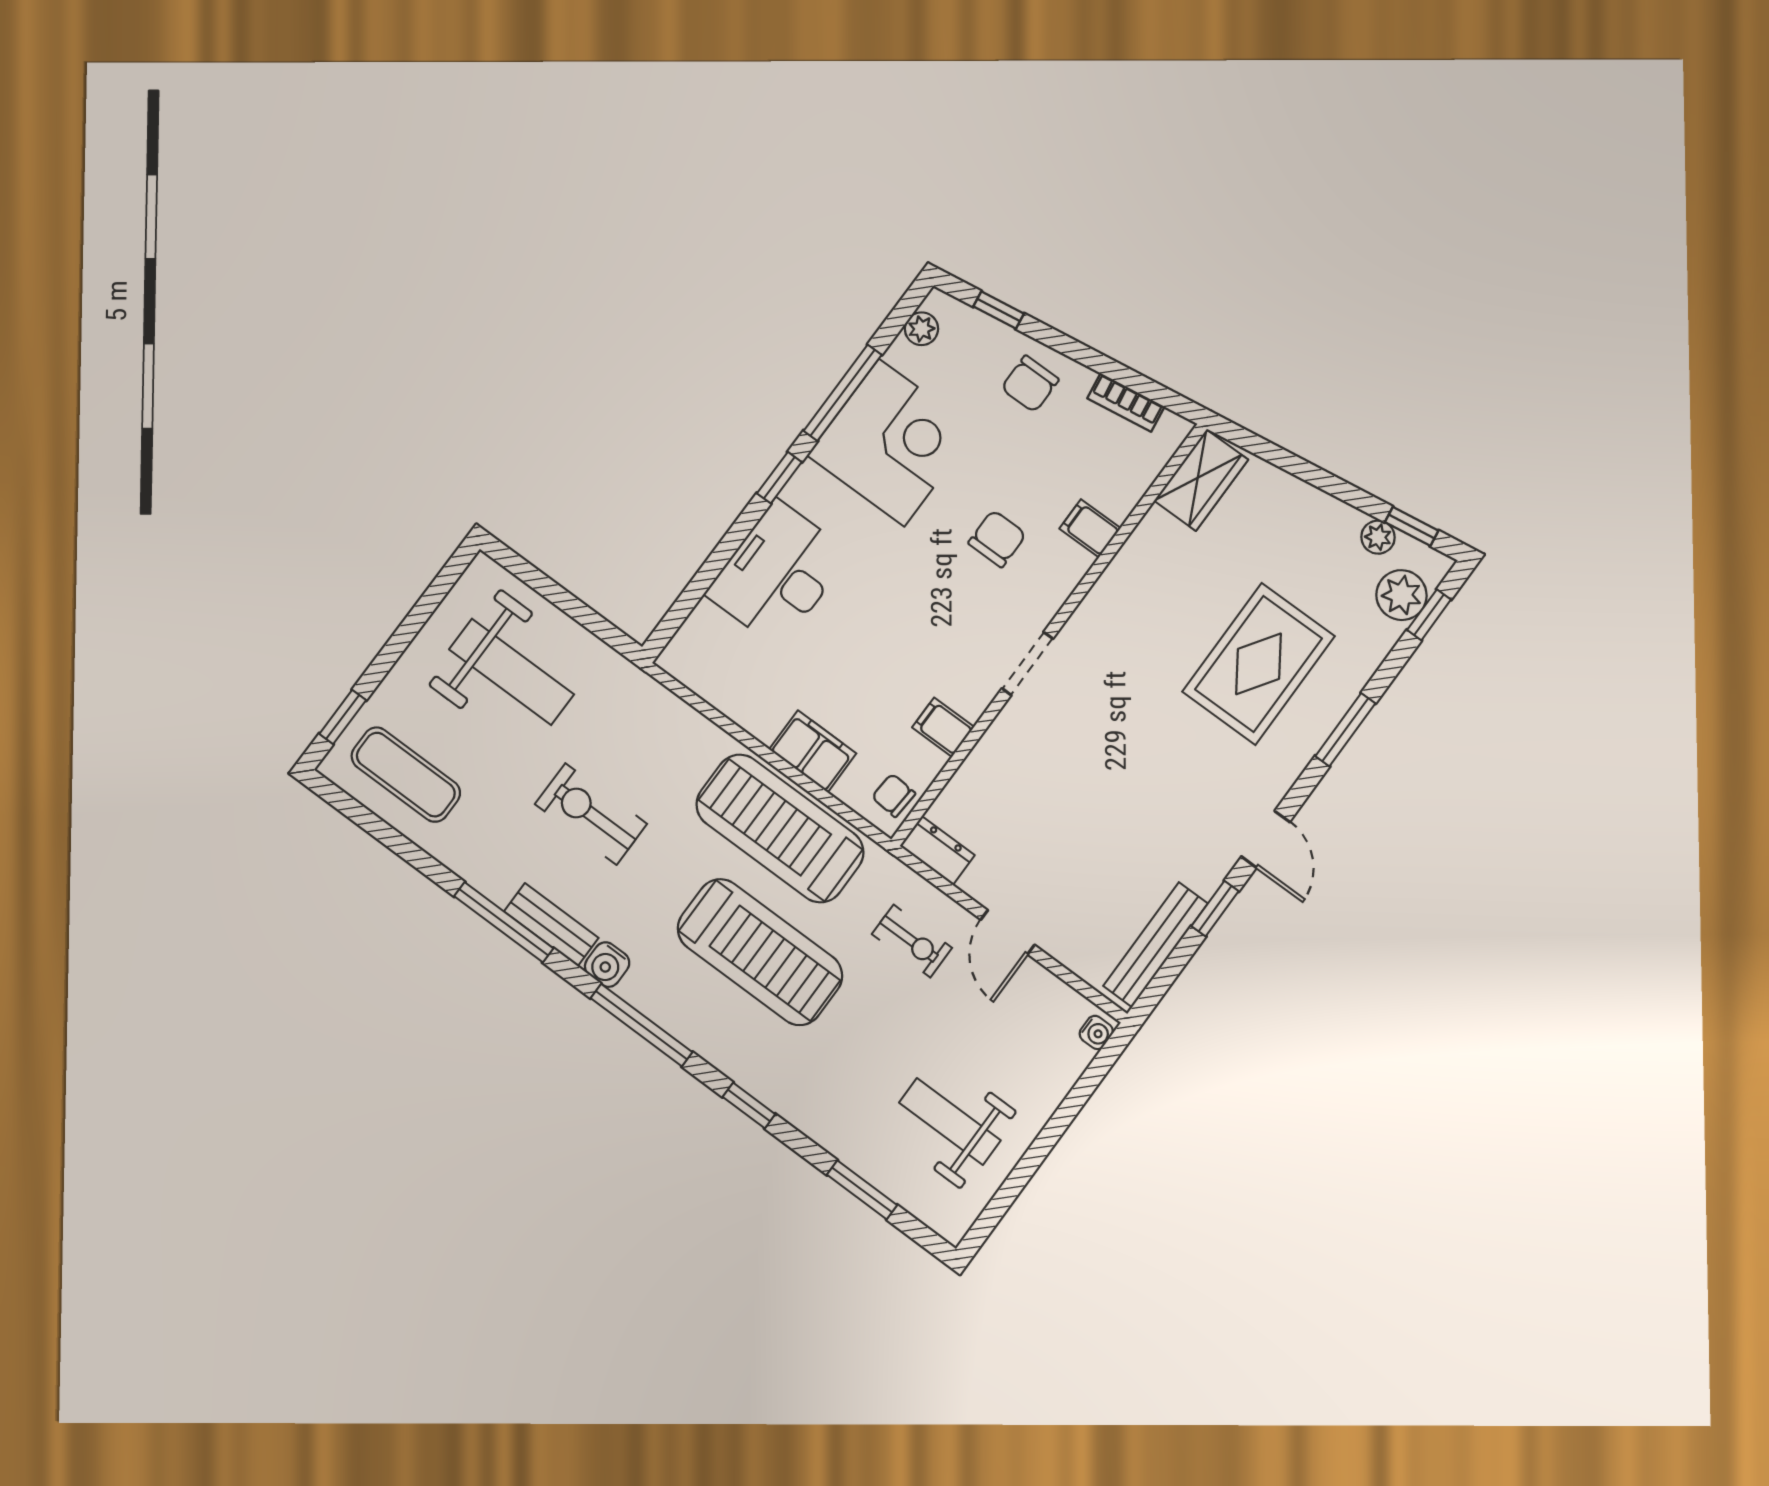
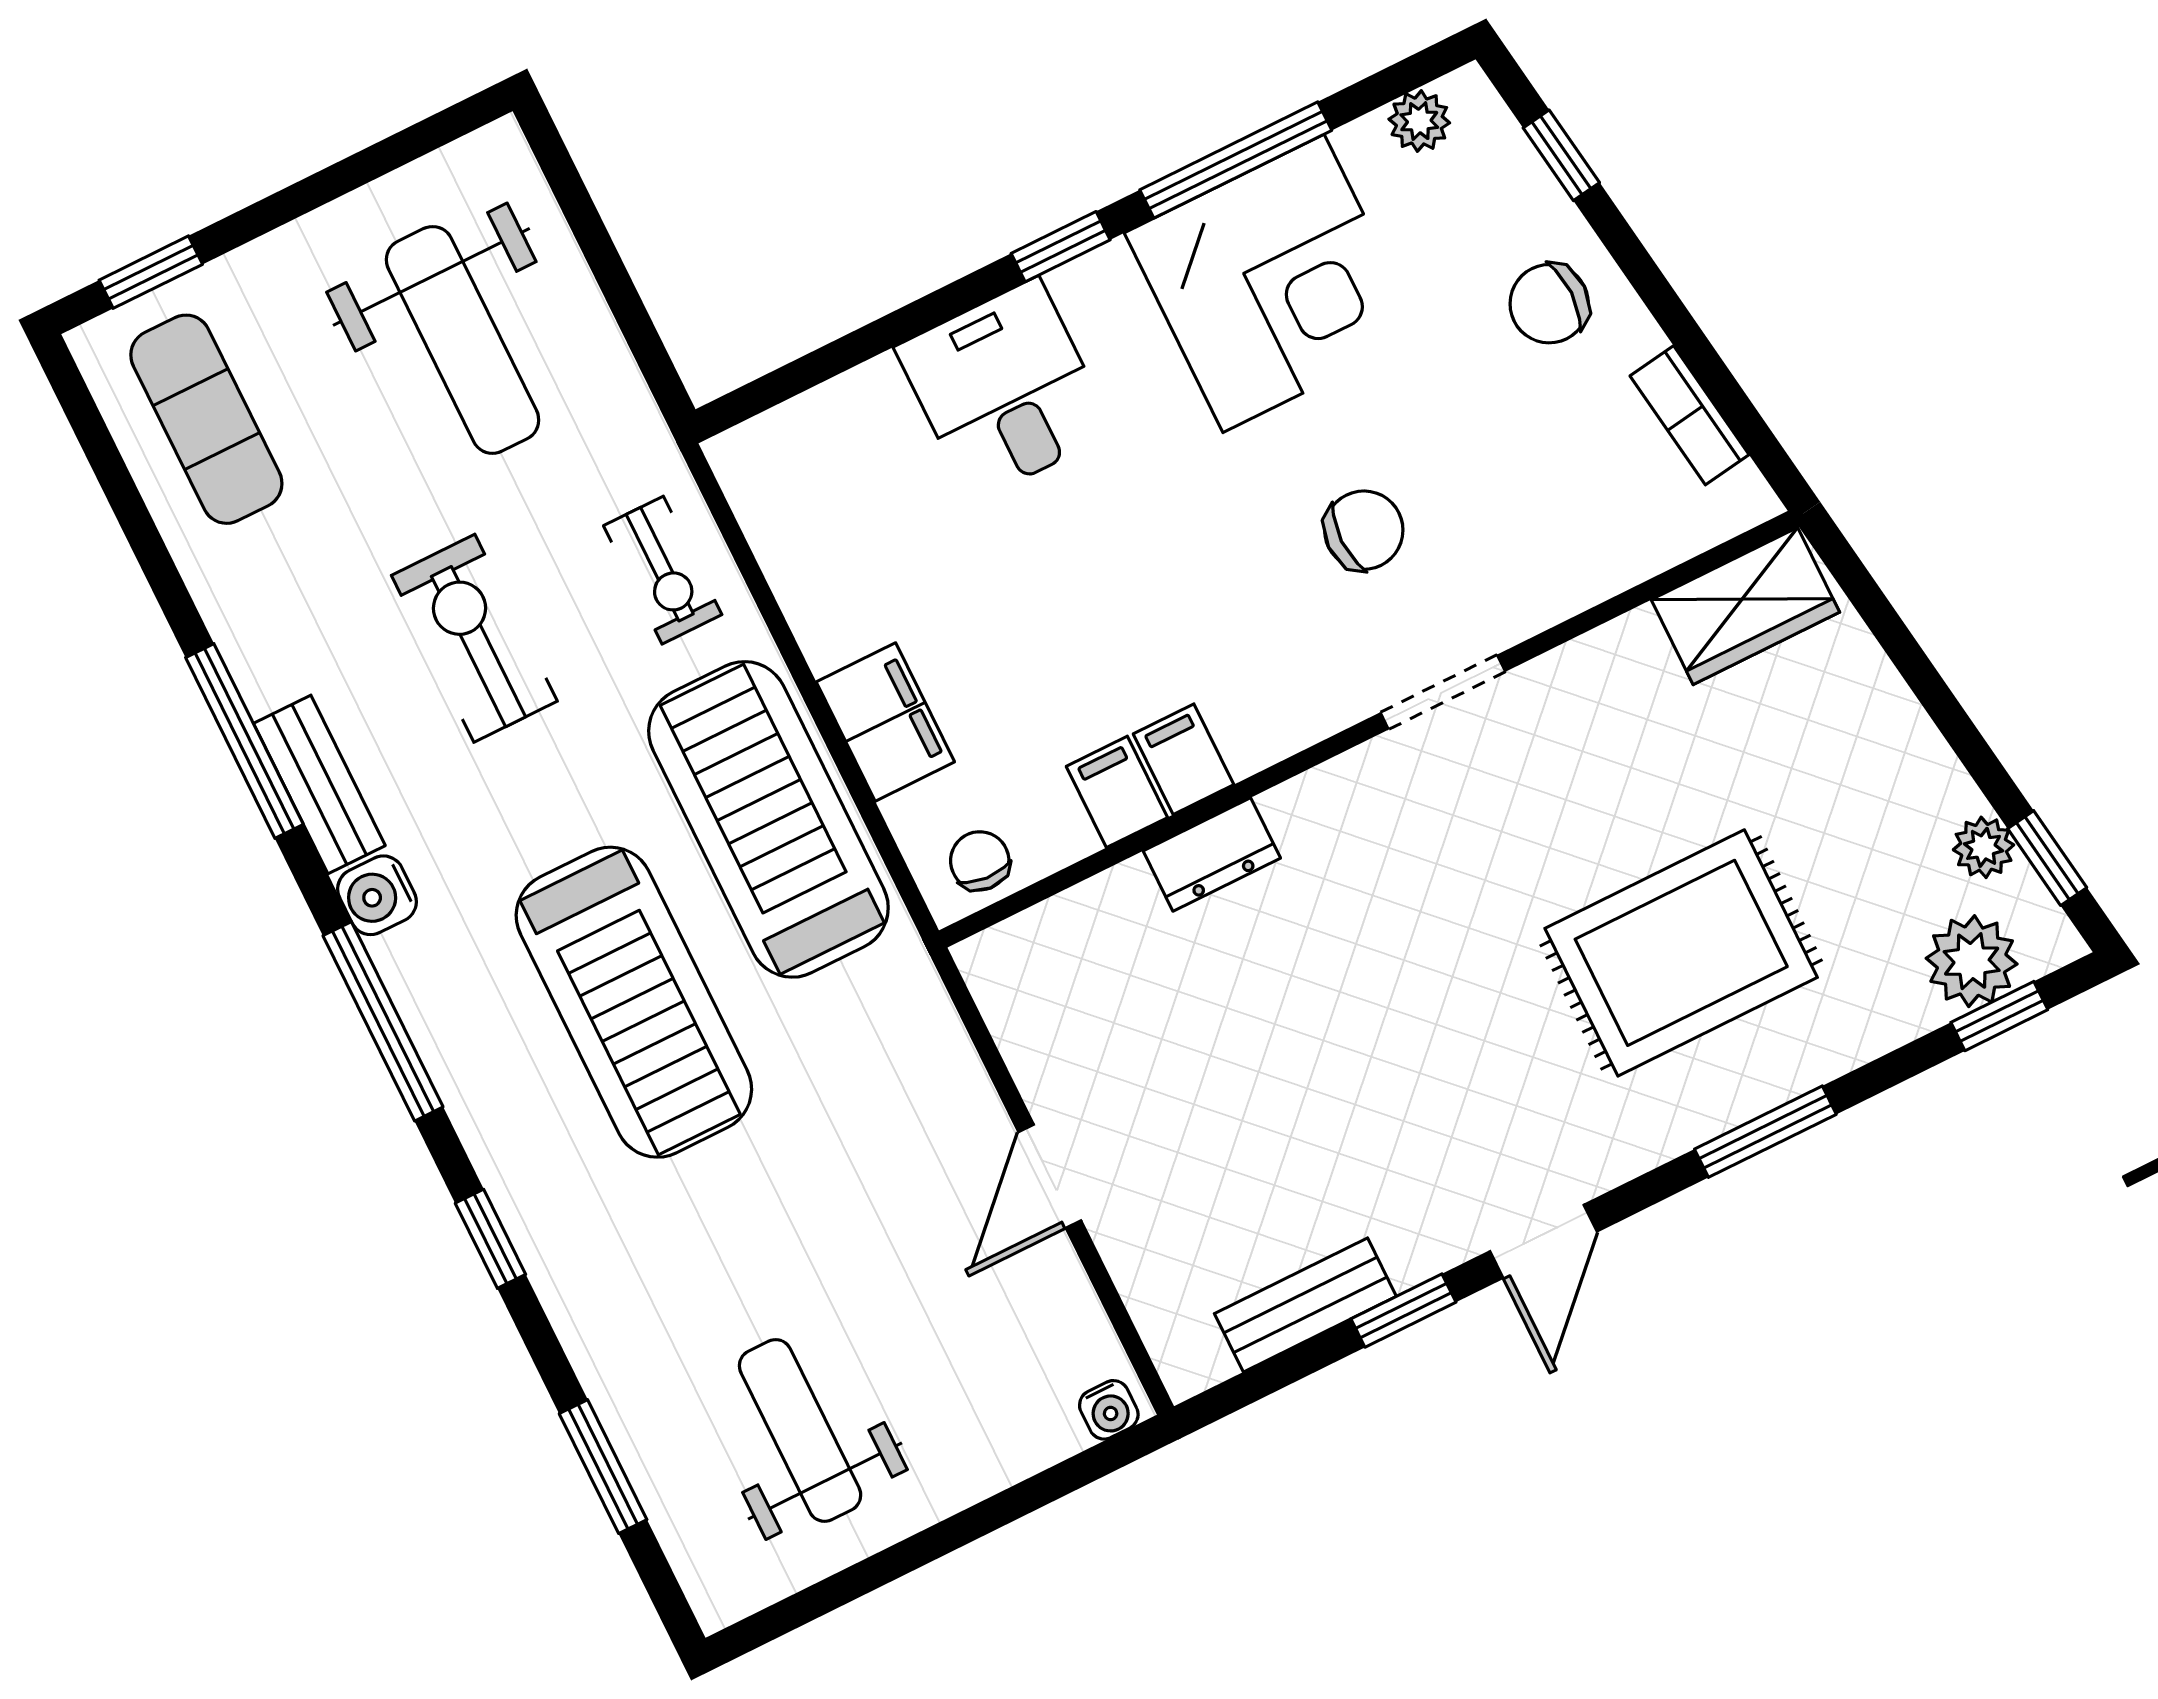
filing cabinet: (1090, 528) -> (1184, 759), moved
desk: (778, 574) -> (1005, 390), width x0.73
doorway: (1027, 664) -> (1443, 692), moved
dresser: (937, 851) -> (1212, 854), moved, turned 90
exercise bike: (912, 941) -> (663, 570), moved
bench: (1156, 945) -> (1305, 1305), width x0.73

